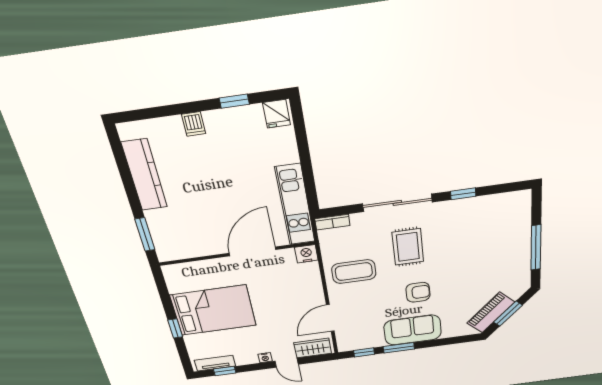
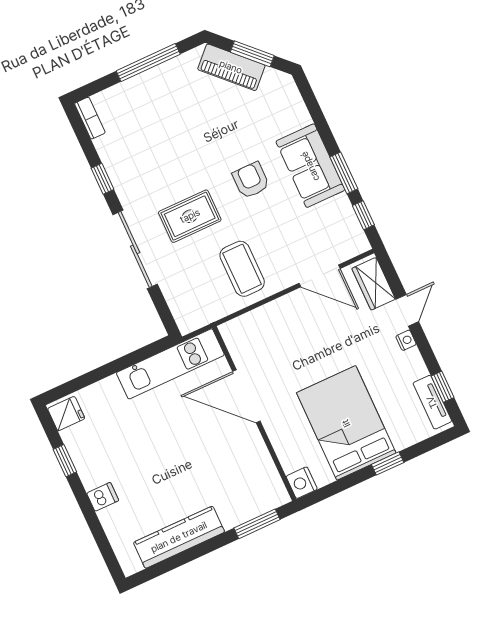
bookcase: (332, 222) -> (90, 118), moved
nightstand: (306, 254) -> (302, 483), moved
piano: (491, 313) -> (231, 67), moved

